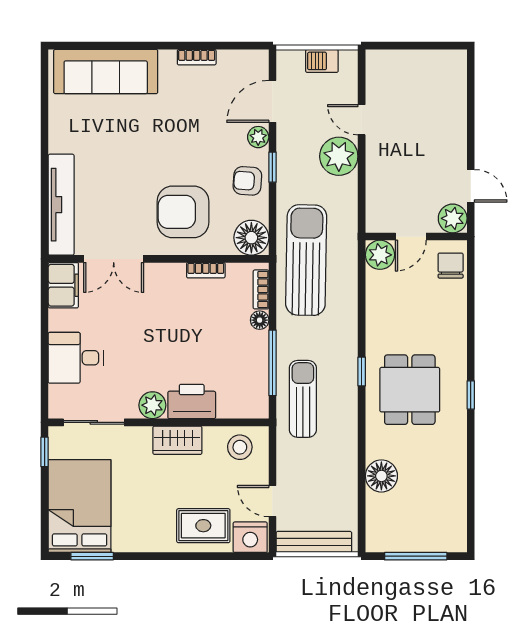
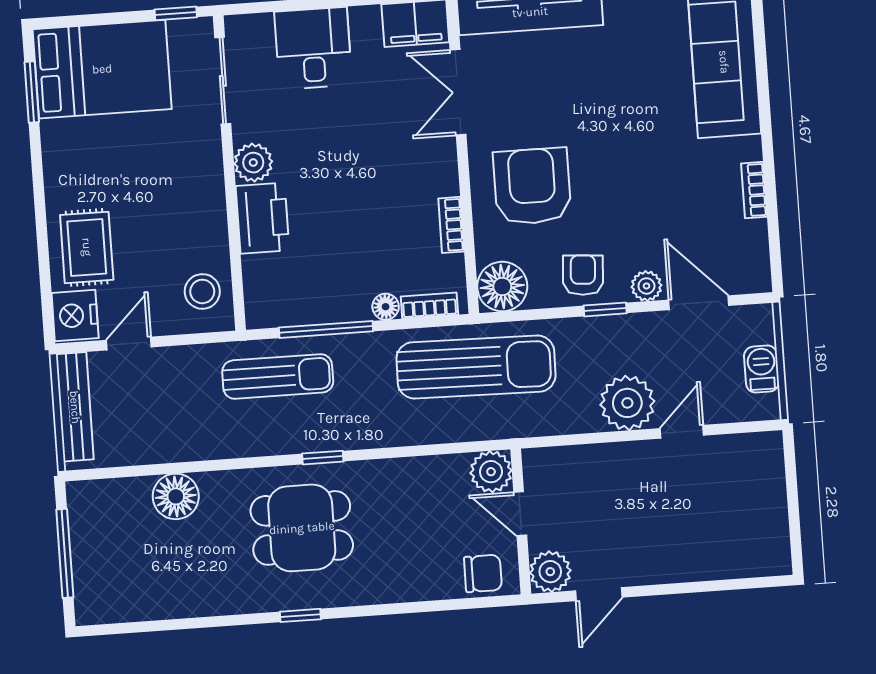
wardrobe: (177, 440) -> (206, 202), removed

